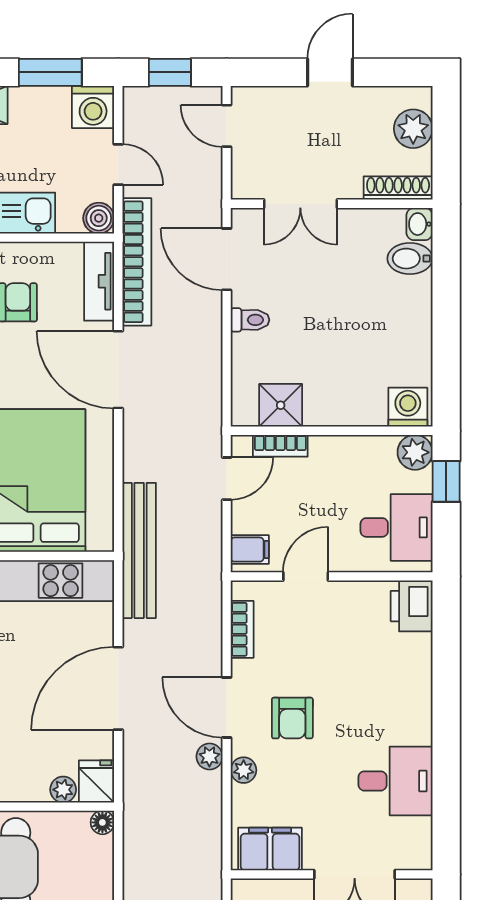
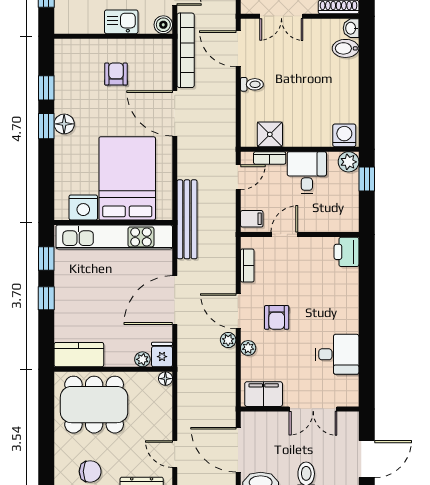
tv unit: (99, 281) -> (164, 62), removed
desk: (397, 527) -> (307, 173), moved, turned -90

